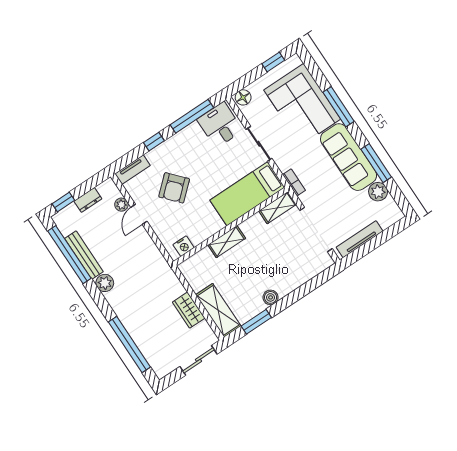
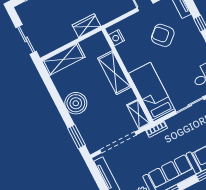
shelving: (227, 242) -> (114, 73), width x1.50, depth x1.33
boiler: (271, 297) -> (76, 103), width x1.86, depth x1.86
wardrobe: (189, 310) -> (86, 26), moved
window: (256, 322) -> (76, 137), moved

